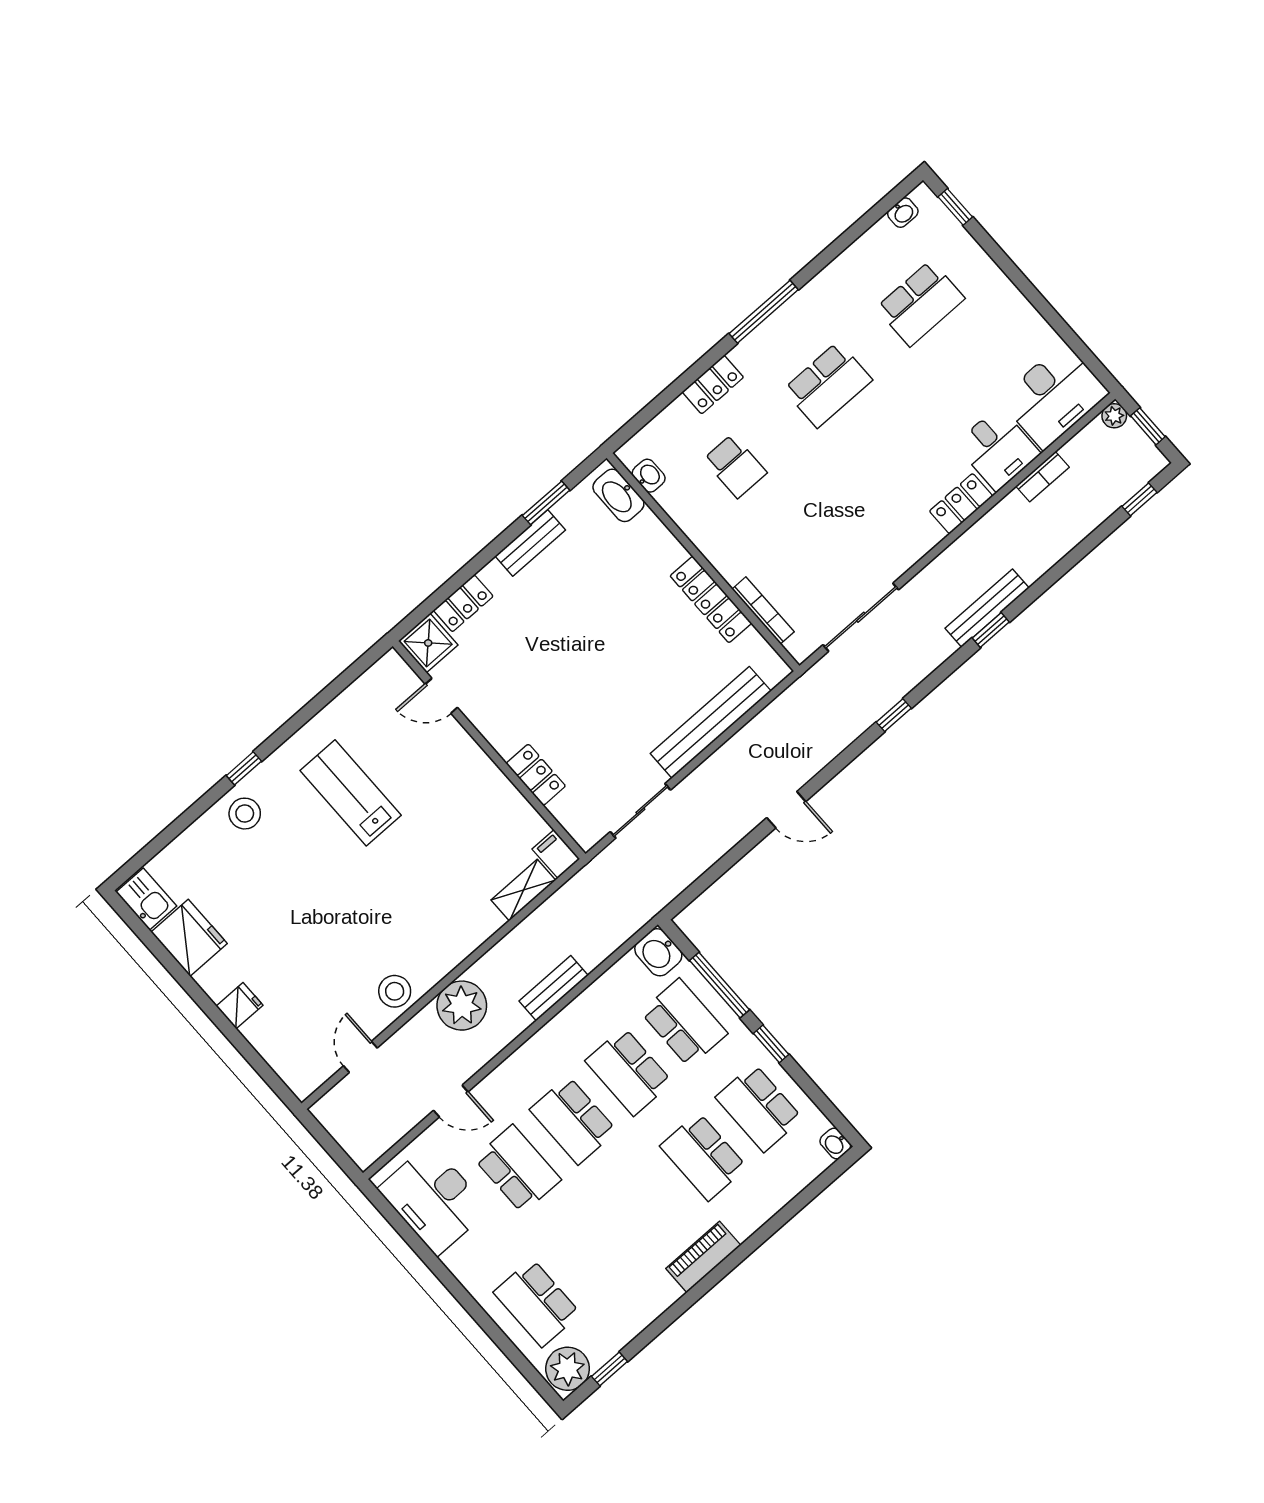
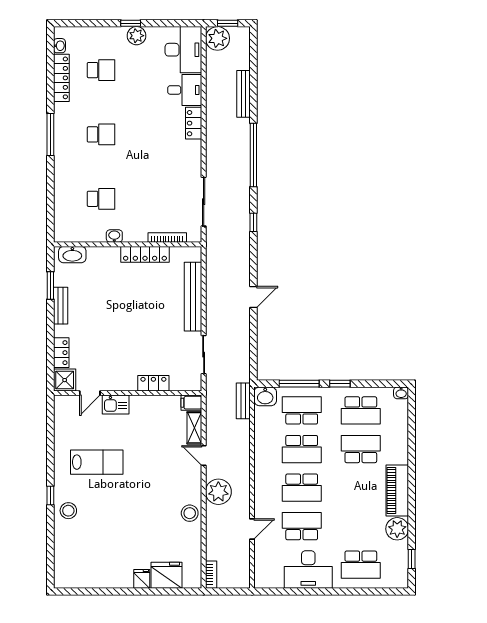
window: (955, 207) -> (131, 23), moved
school desk: (920, 303) -> (101, 70), width x0.54
plant: (1015, 311) -> (136, 36), added
locker: (713, 385) -> (61, 78), moved, width x1.53
school desk: (828, 385) -> (101, 134), width x0.54
plant: (1114, 416) -> (217, 38), width x1.87, depth x1.87
washbasin: (649, 476) -> (114, 236), moved
bookcase: (1043, 477) -> (211, 575), moved
window: (1139, 499) -> (253, 52), removed
bench: (987, 608) -> (244, 94), moved
window: (991, 630) -> (253, 155), width x3.17
lab bench: (351, 793) -> (97, 462), turned 180
kitchen sink: (146, 899) -> (116, 405), moved, turned 180
fridge: (189, 938) -> (166, 575), moved
bench: (554, 988) -> (243, 401), moved
door: (360, 1057) -> (204, 456), moved
school desk: (703, 1157) -> (361, 449), turned 180
desk: (434, 1199) -> (308, 569), moved
piano: (703, 1257) -> (397, 490), width x1.37, depth x1.33
plant: (568, 1369) -> (397, 529), moved

